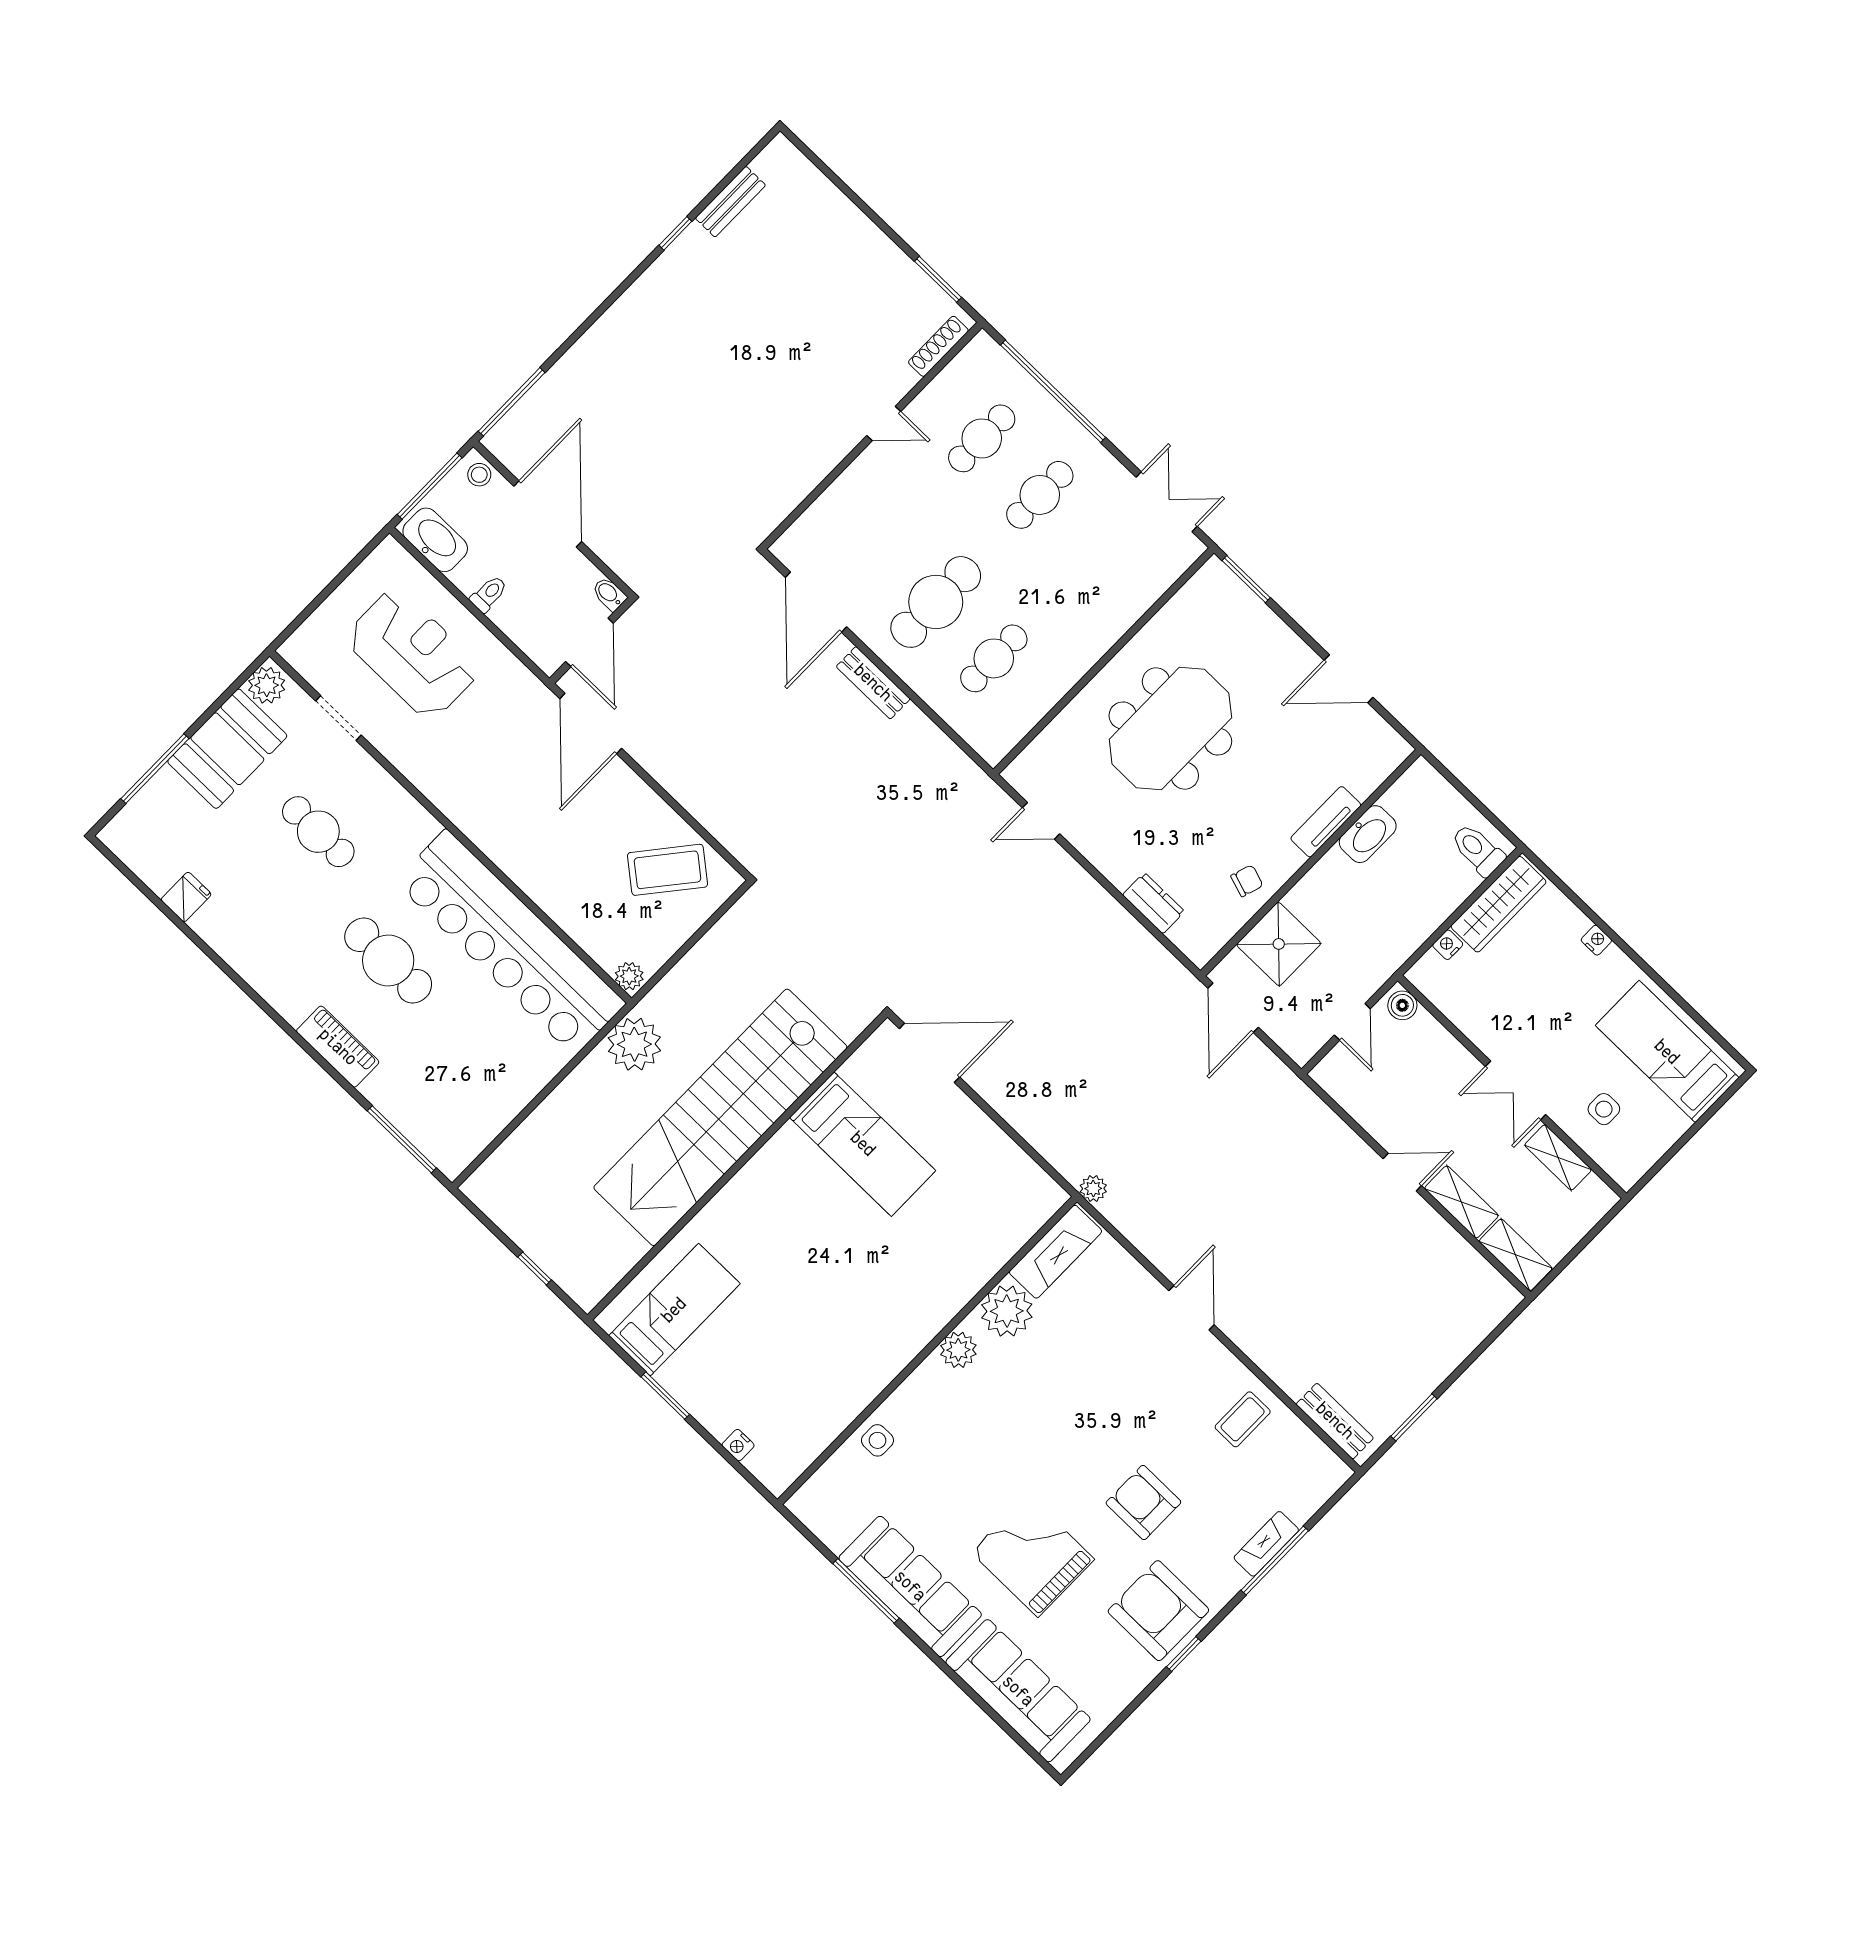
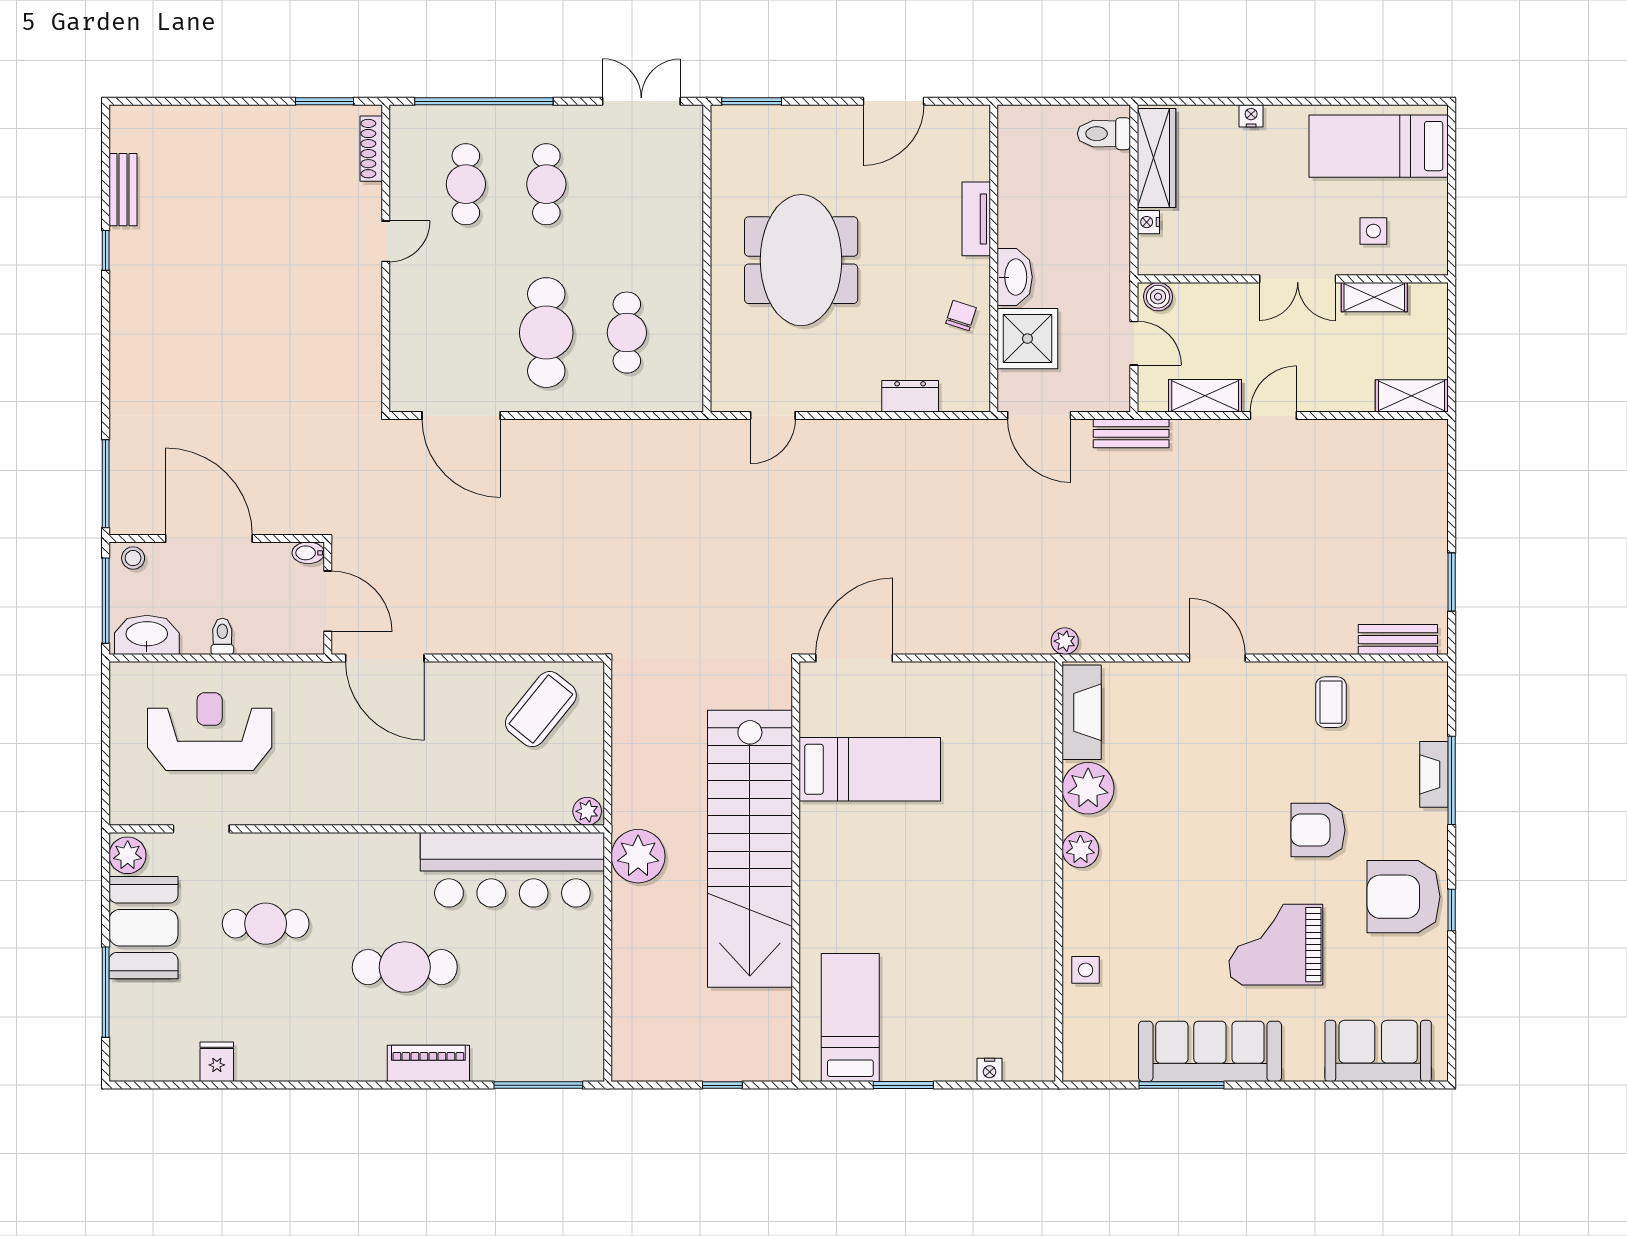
bench: (873, 683) -> (1131, 433), moved
washbasin: (1368, 834) -> (1015, 277), moved
bar counter: (510, 942) -> (512, 870), width x0.73
shelving: (1461, 1202) -> (1205, 396), moved
sofa: (1018, 1691) -> (1378, 1051), width x0.73

